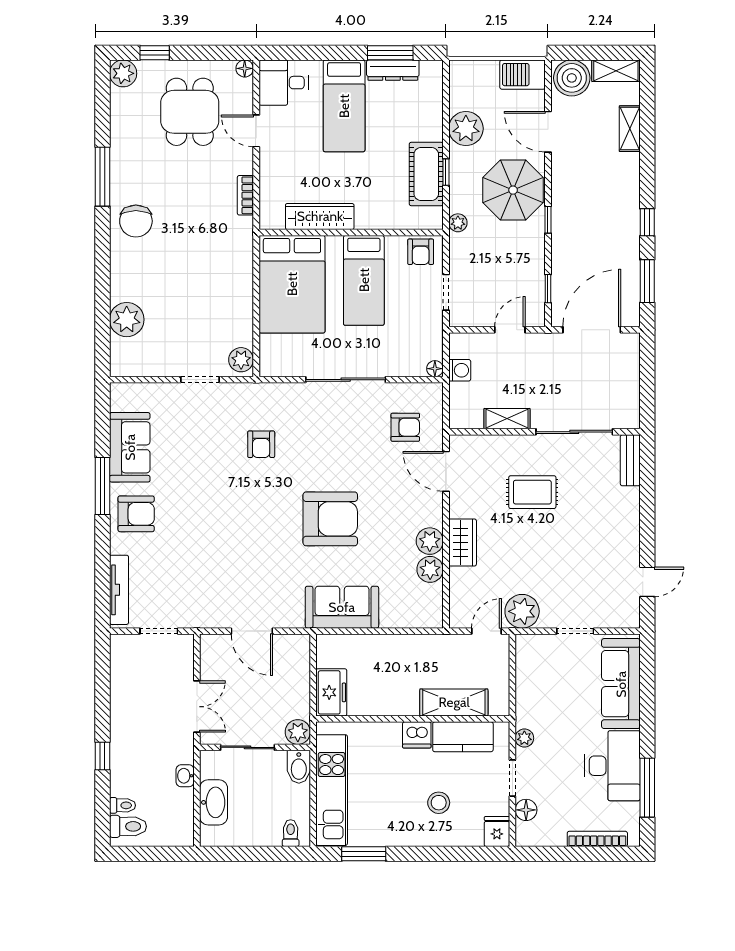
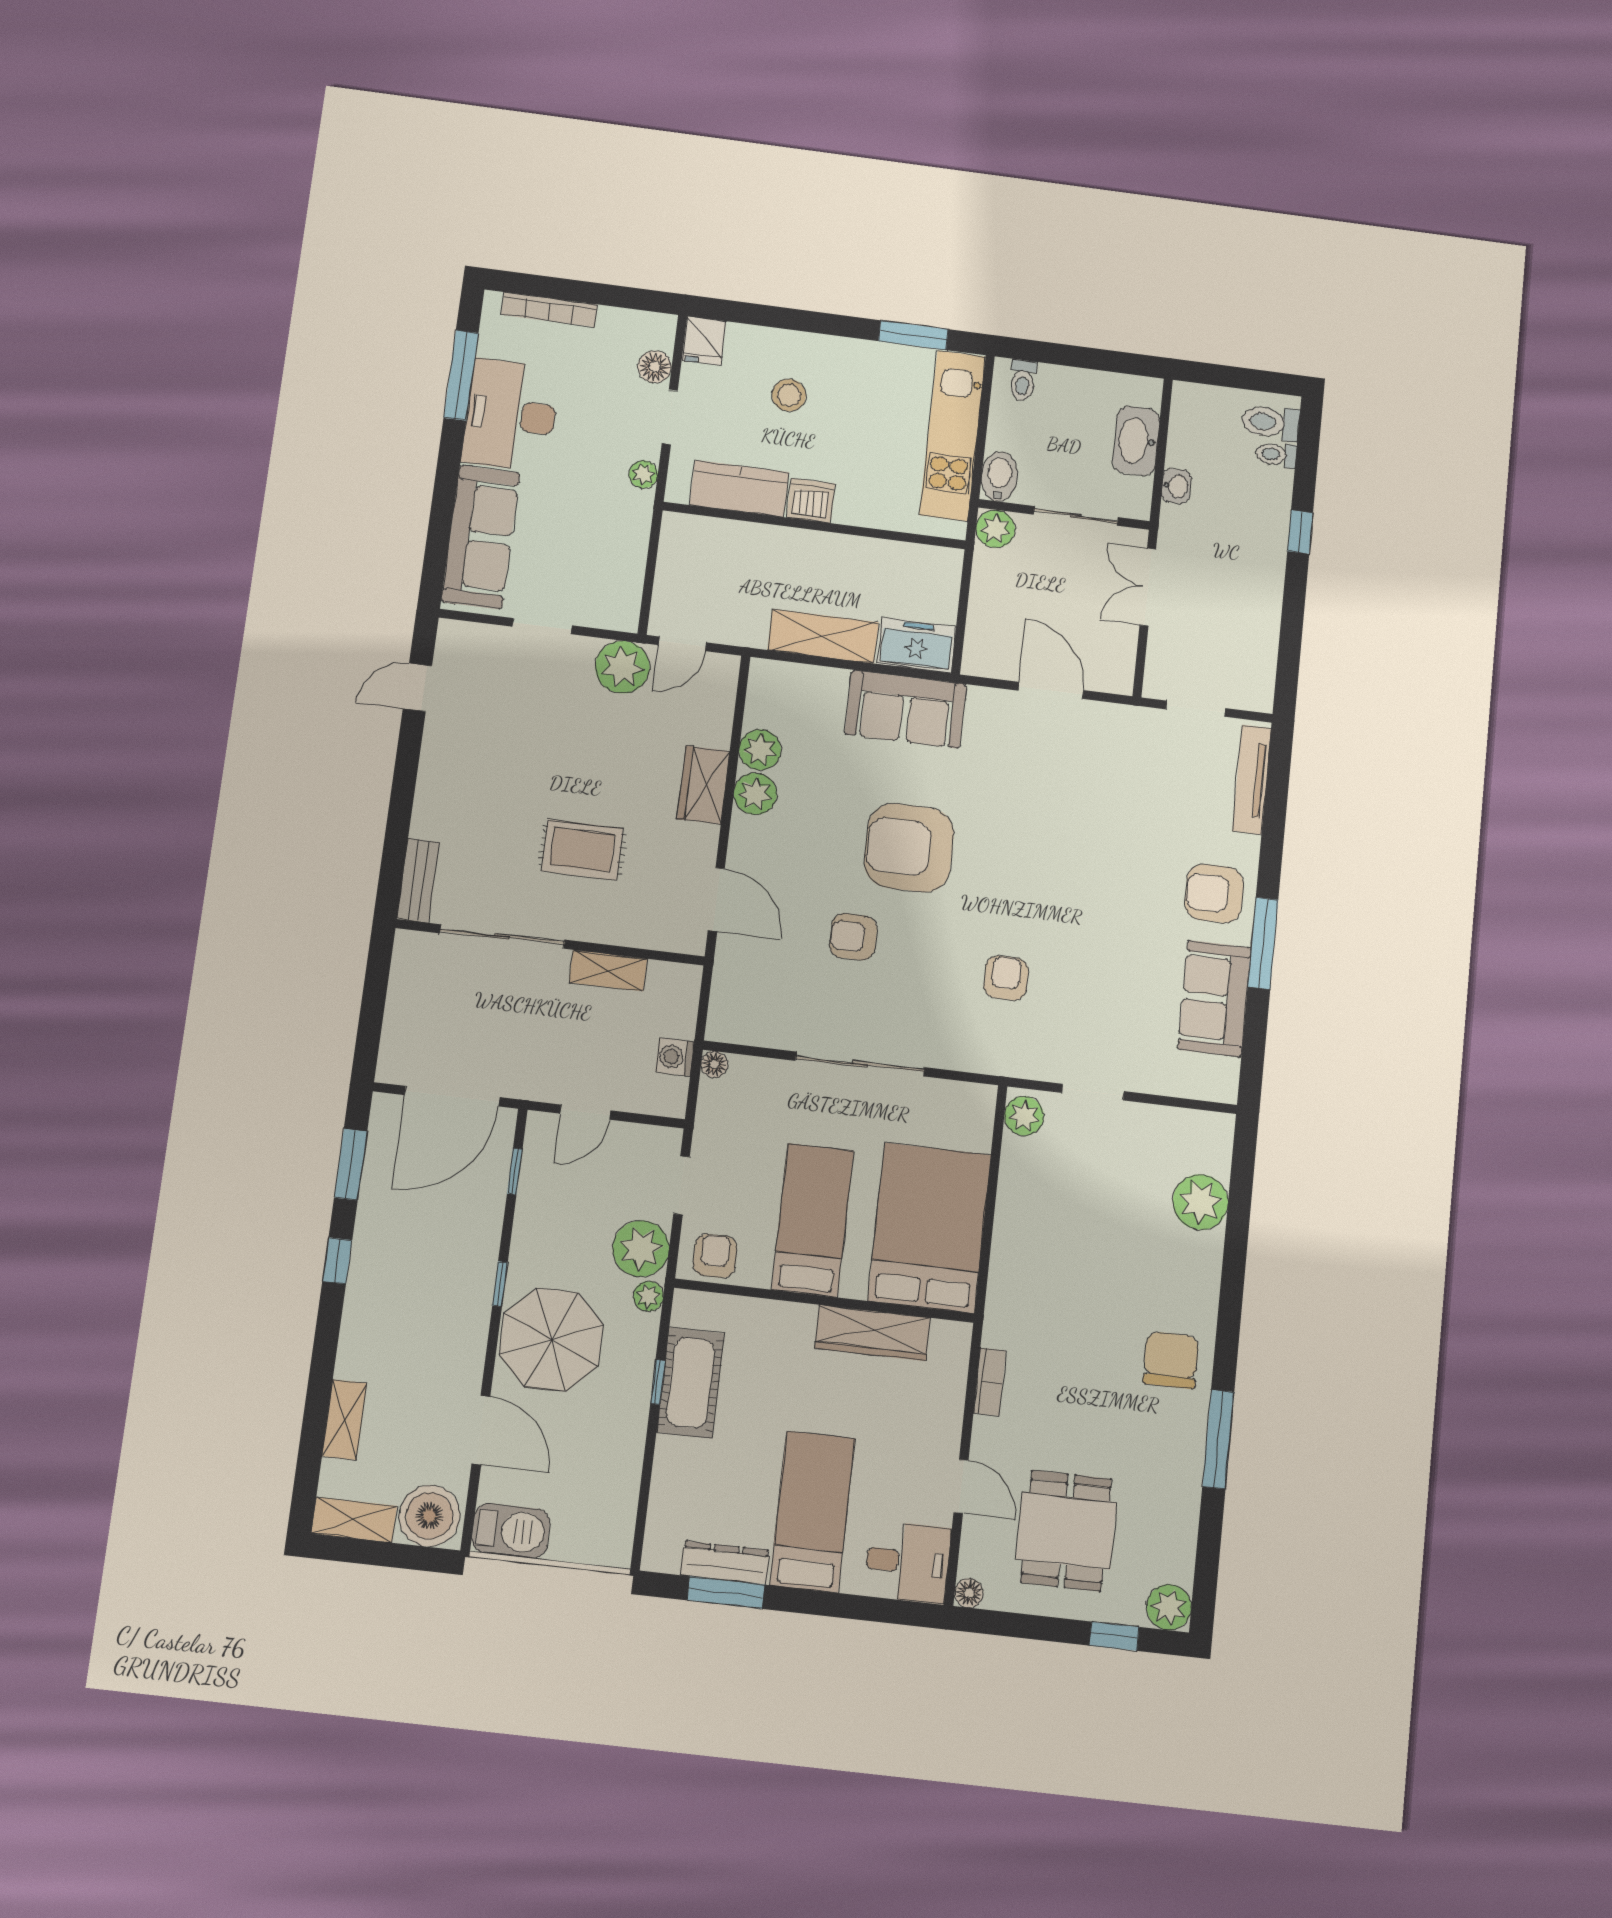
plant: (466, 129) -> (641, 1249), moved
armchair: (405, 427) -> (853, 937), moved
freezer: (331, 692) -> (917, 645), moved, turned 90
shelving: (454, 702) -> (823, 636), moved

